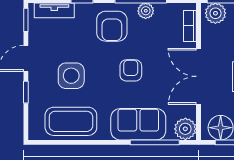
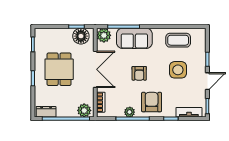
coffee table: (71, 121) -> (178, 40), width x0.73, depth x0.76

